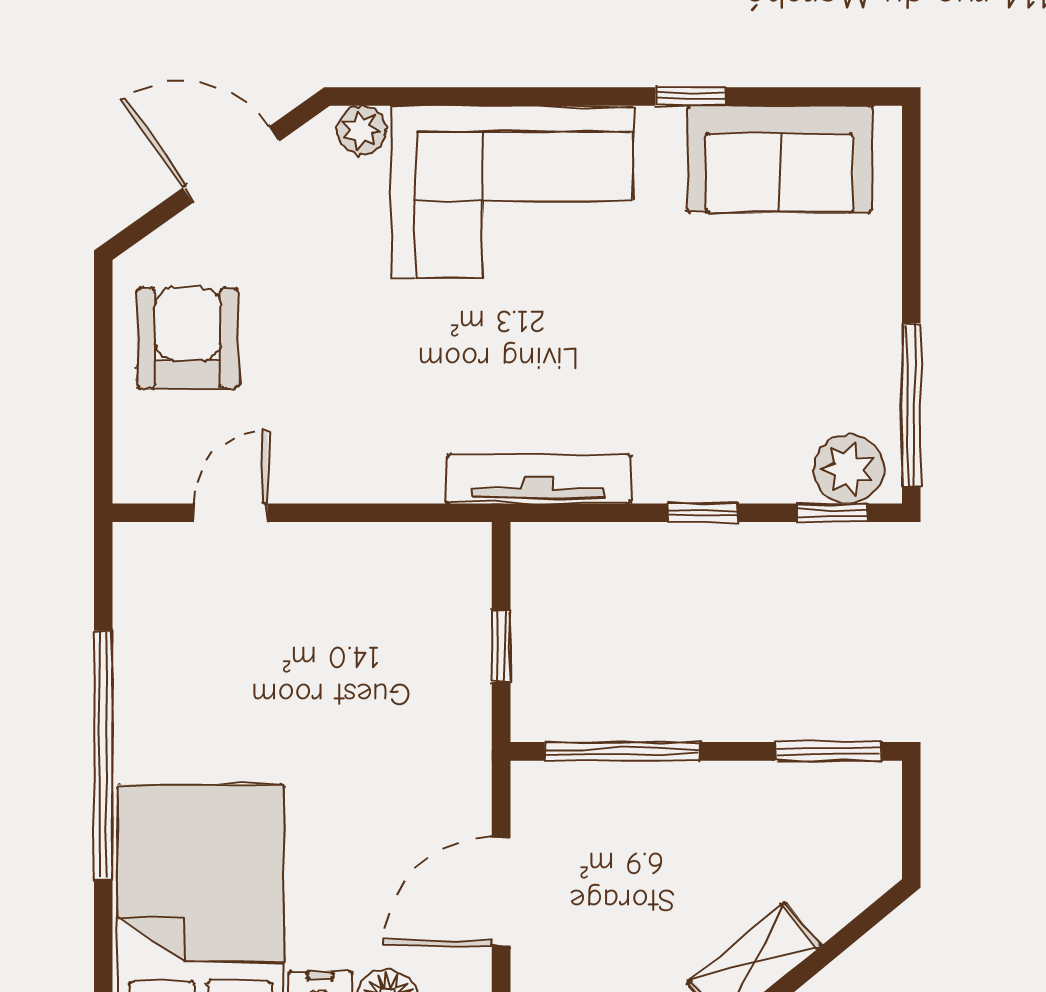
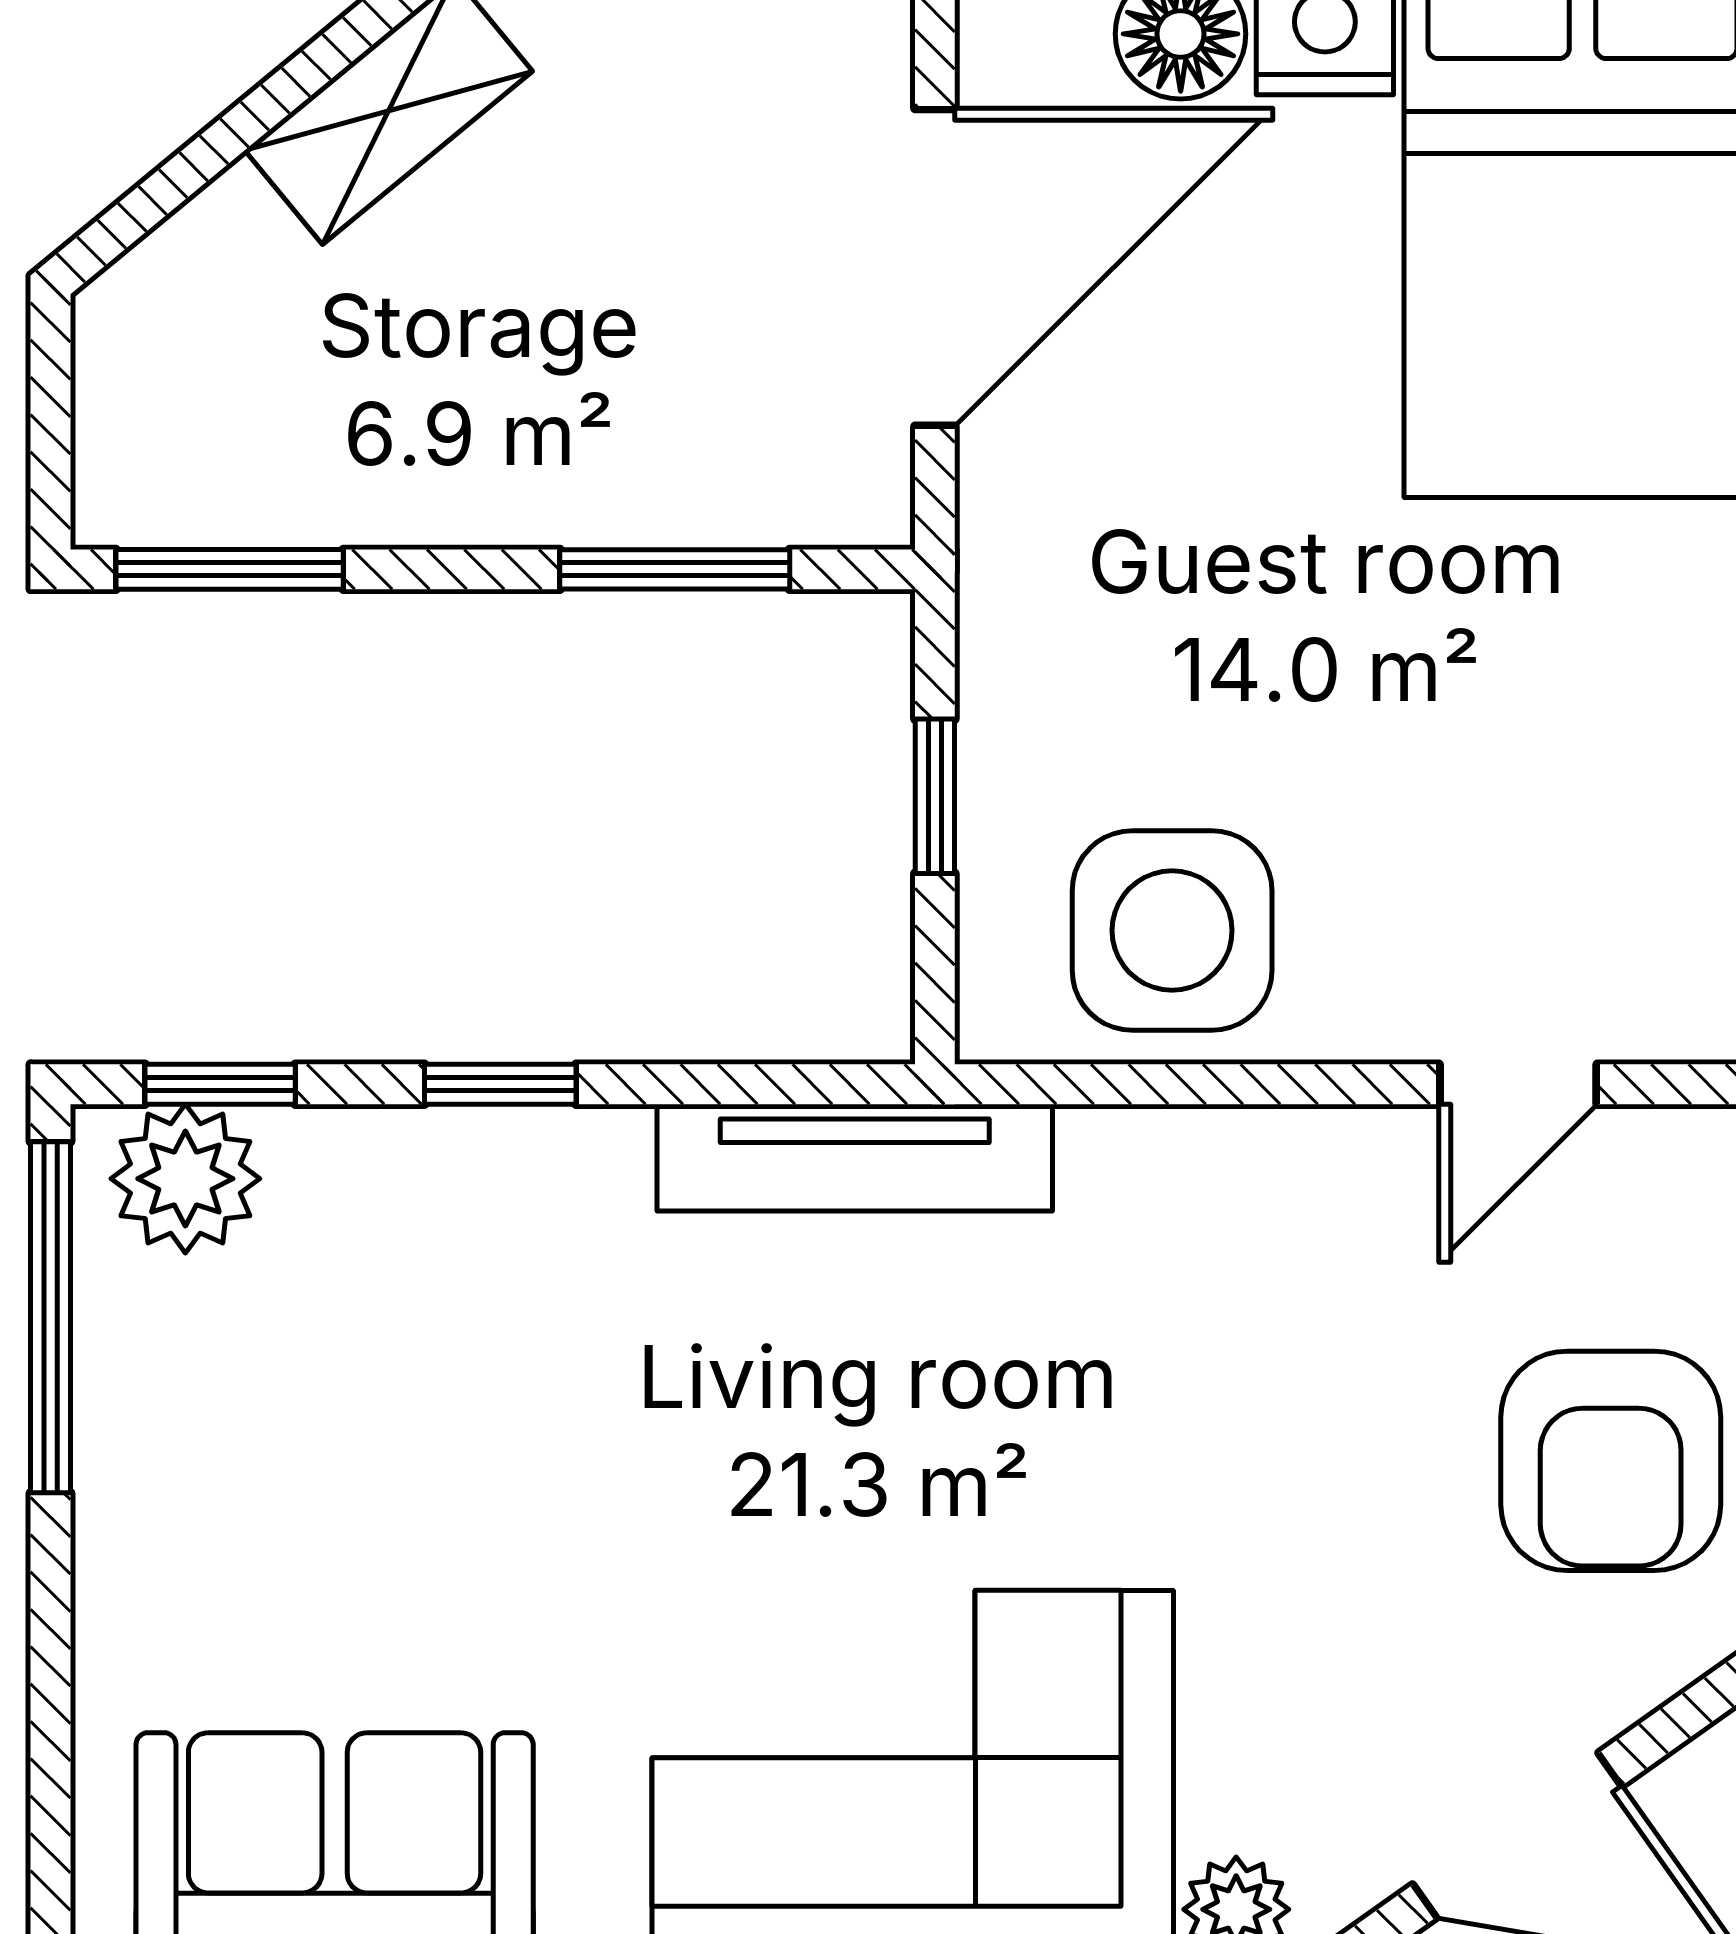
side table: (391, 584) -> (1172, 931), added
window: (622, 751) -> (675, 569), width x0.69
door: (501, 891) -> (935, 267), width x1.36

